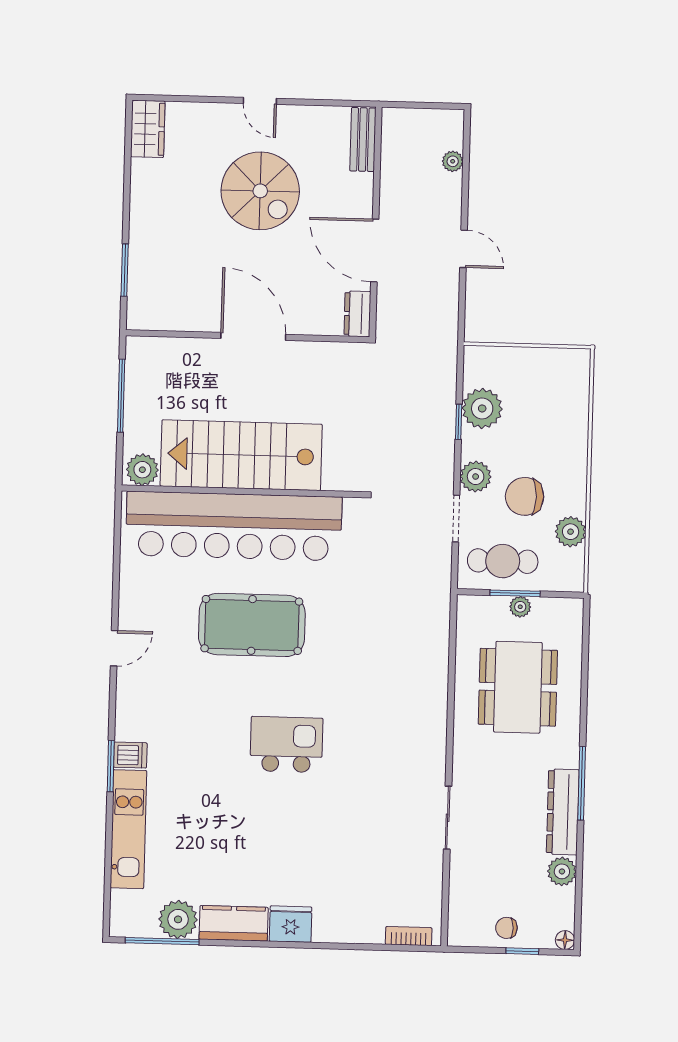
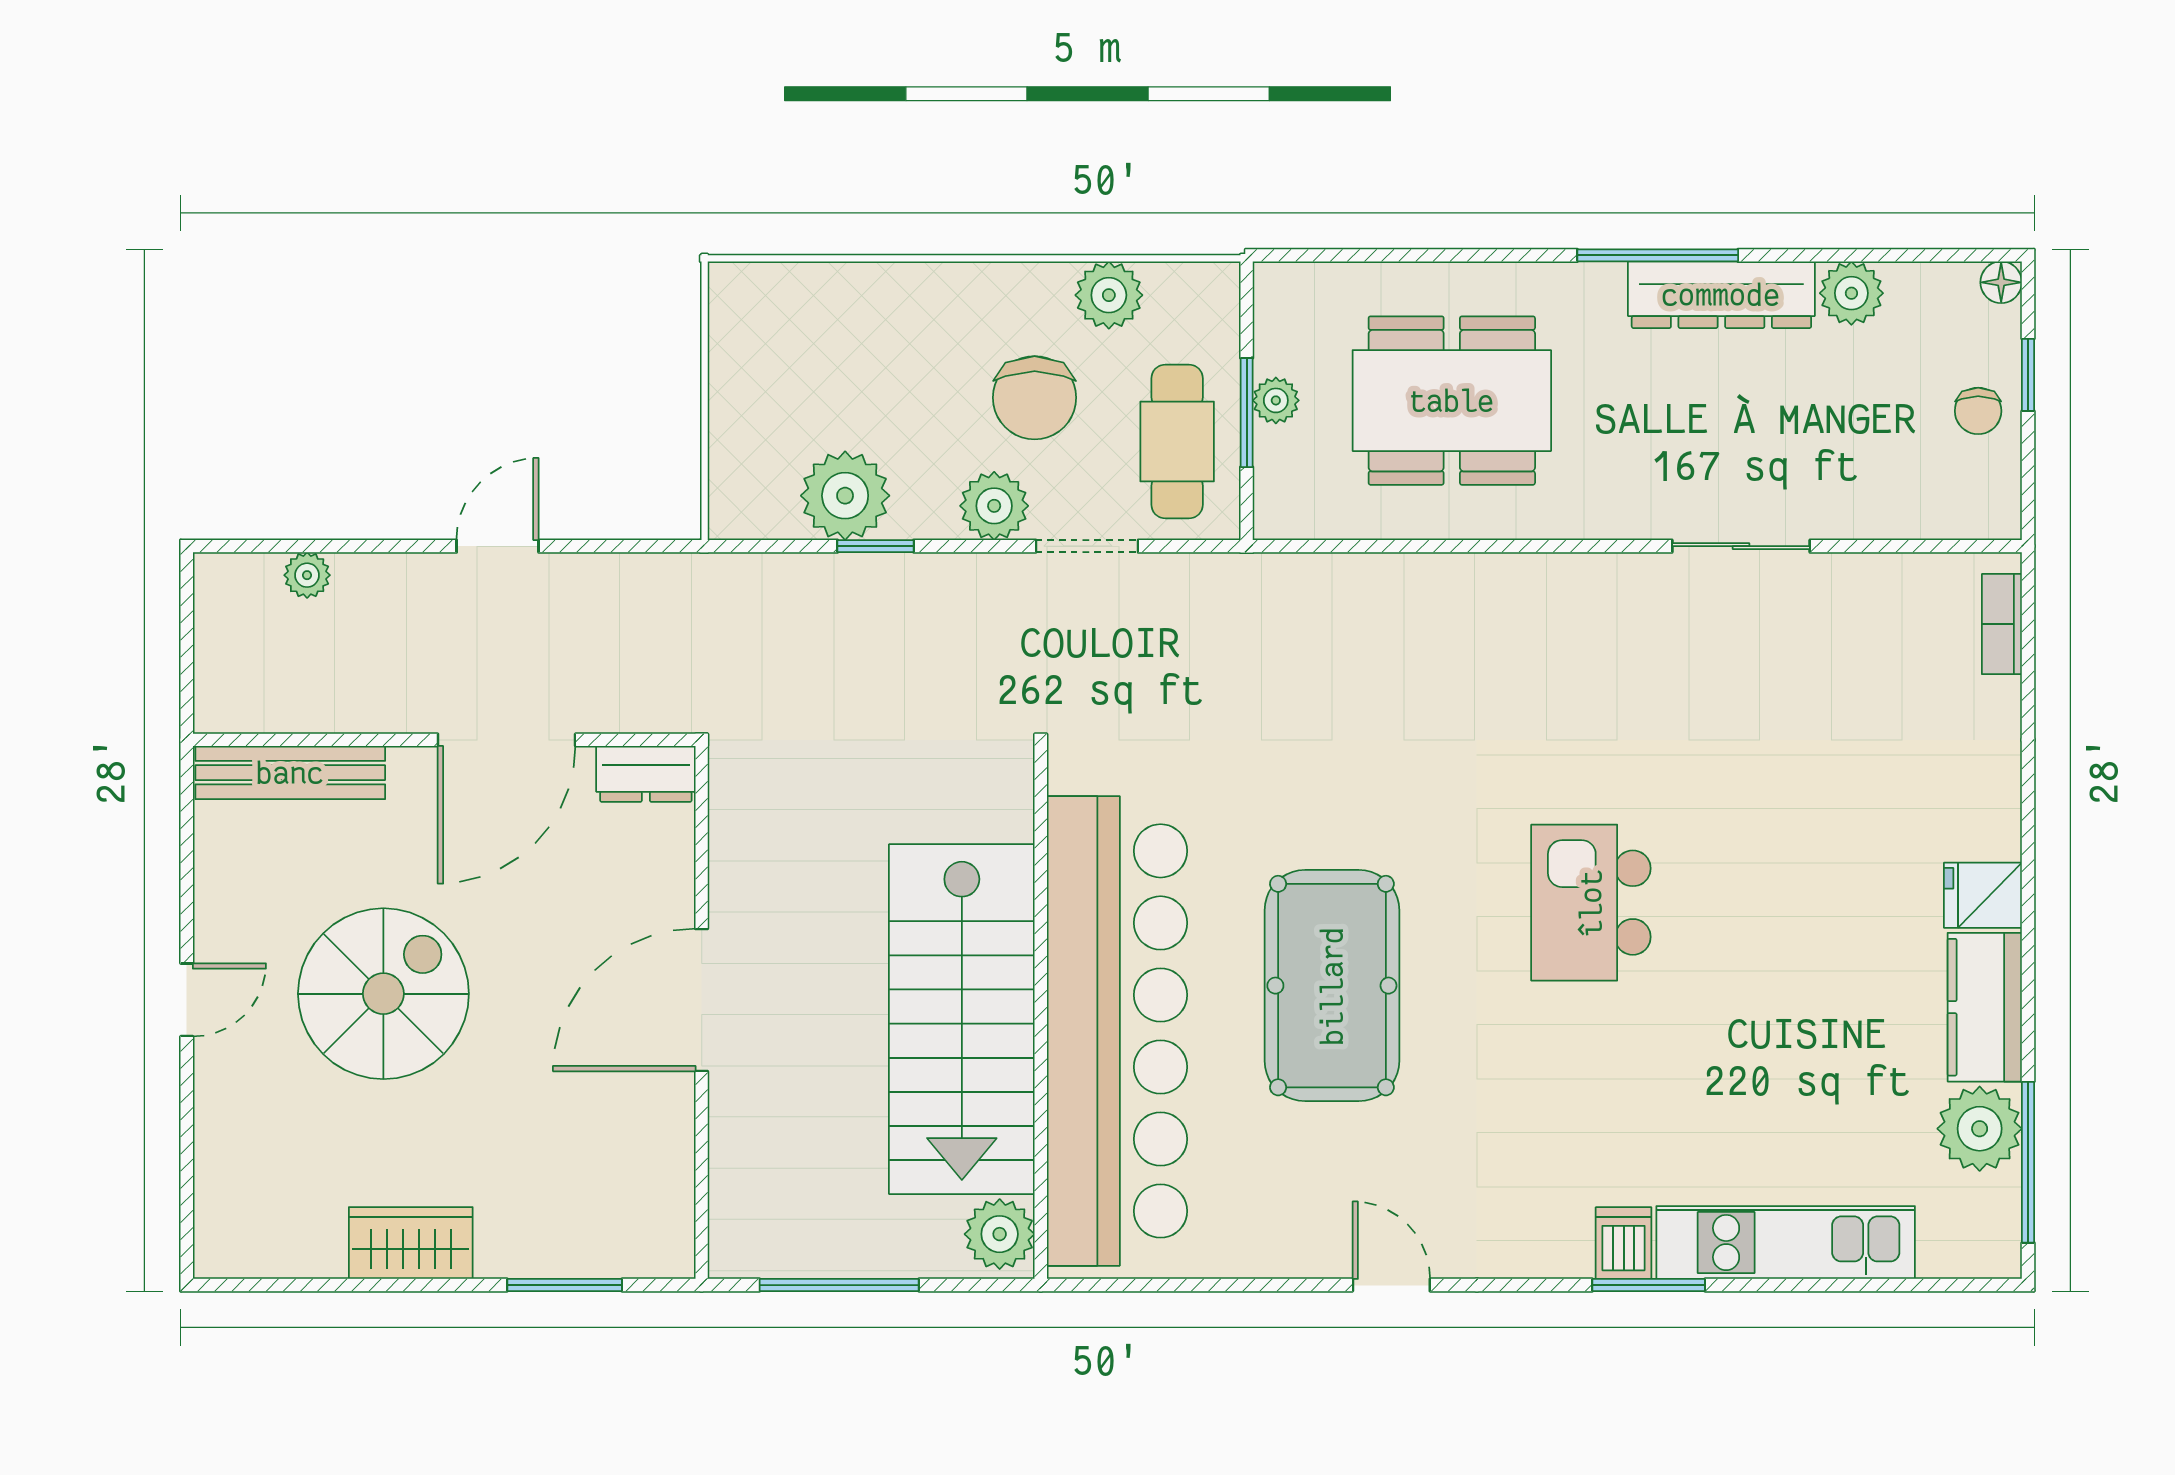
wardrobe: (148, 129) -> (411, 1243), moved
bench: (363, 140) -> (290, 773), width x1.36
fridge: (291, 924) -> (1983, 895), width x0.72

